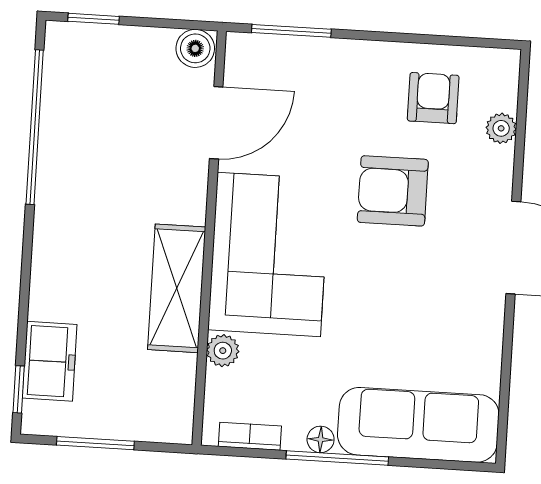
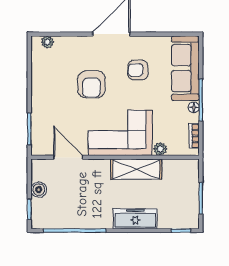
boiler: (195, 48) -> (39, 190), moved
armchair: (433, 98) -> (138, 70), moved
plant: (501, 128) -> (47, 42), moved
freezer: (50, 361) -> (135, 219), moved, width x1.40

